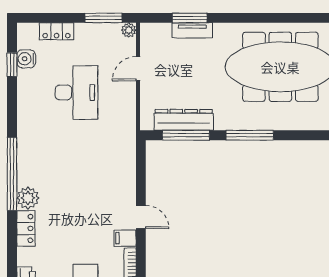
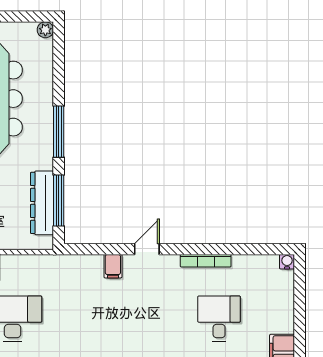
filing cabinet: (125, 238) -> (113, 266), moved

